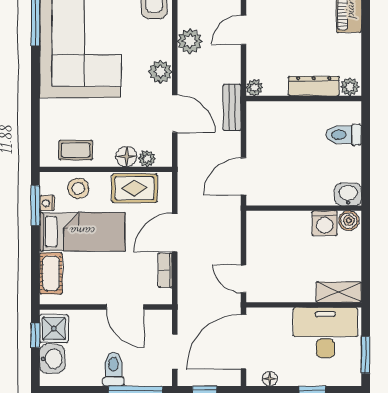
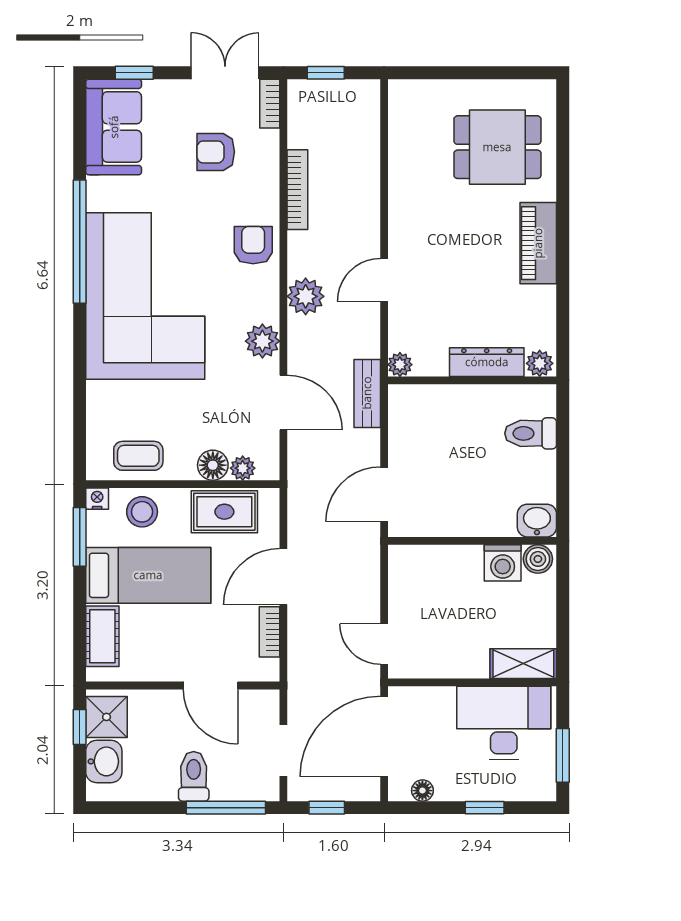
nightstand: (47, 203) -> (97, 499), moved, turned 90

